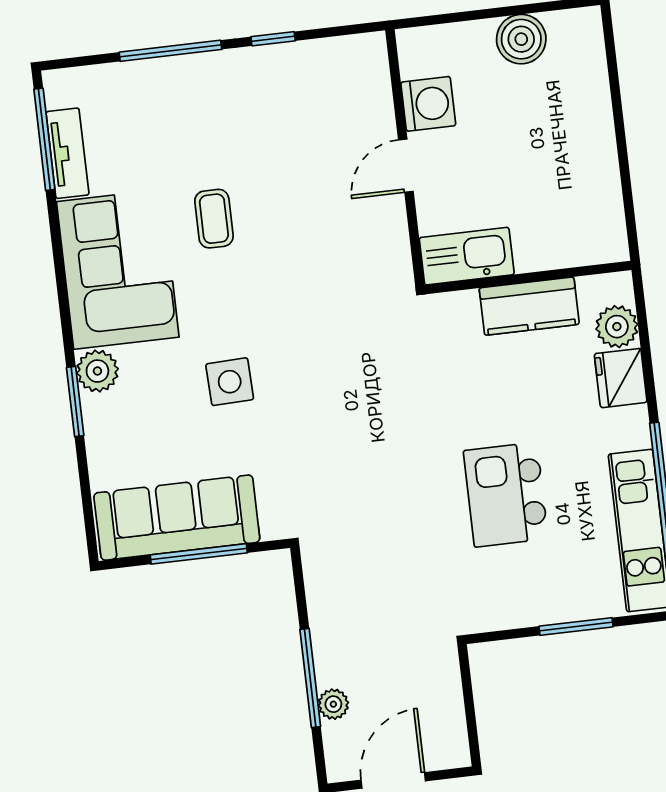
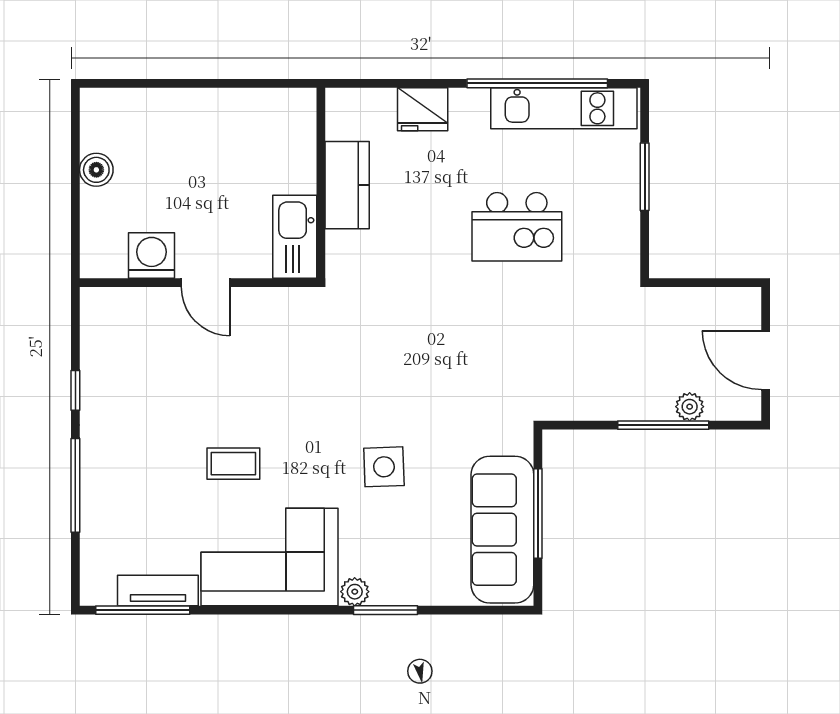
boiler: (521, 39) -> (96, 170), width x0.73, depth x0.73
plant: (617, 327) -> (375, 107), removed
plant: (97, 371) -> (355, 592), width x0.73, depth x0.73

